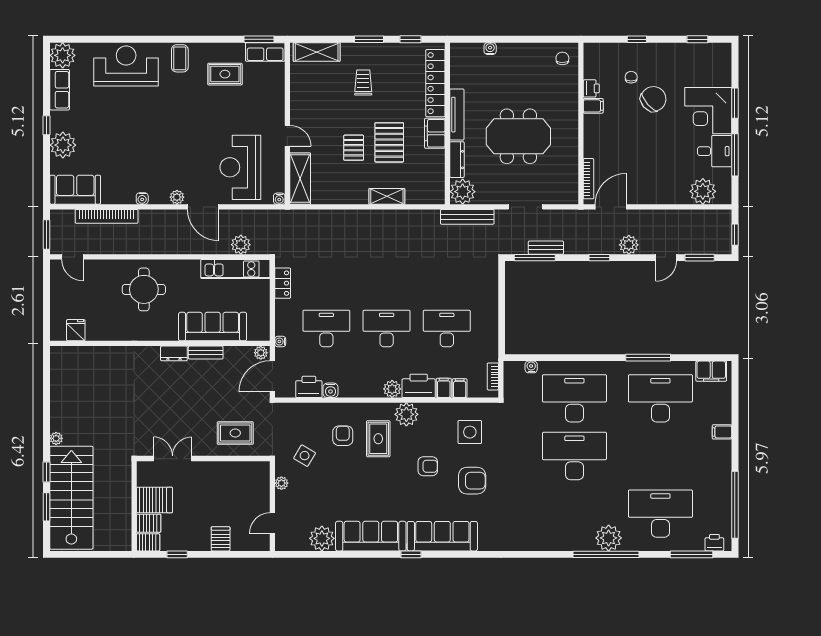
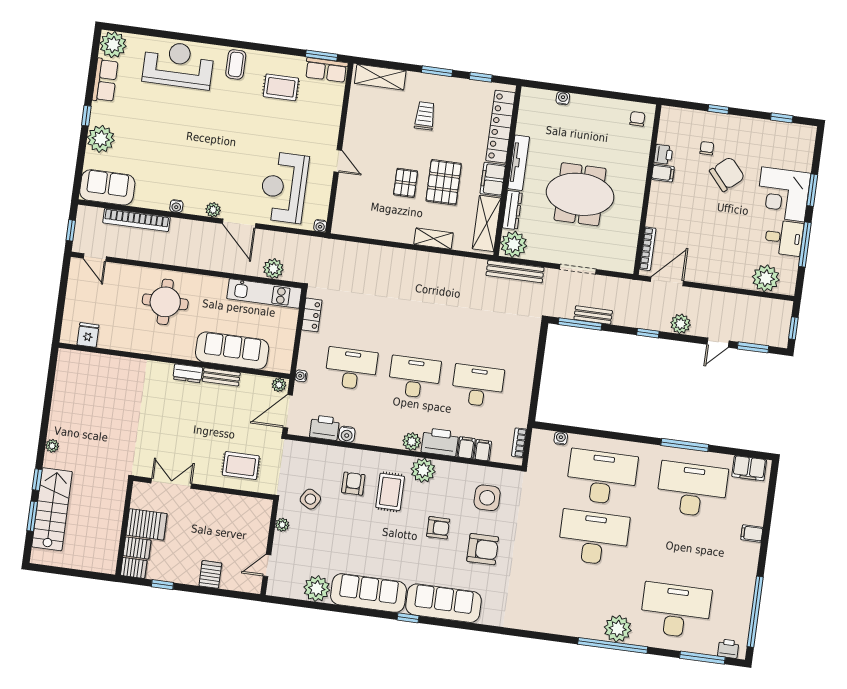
shelving: (300, 179) -> (487, 223), moved
window: (47, 234) -> (71, 230), width x0.67
stairs: (71, 498) -> (52, 509), width x0.73, depth x0.66

